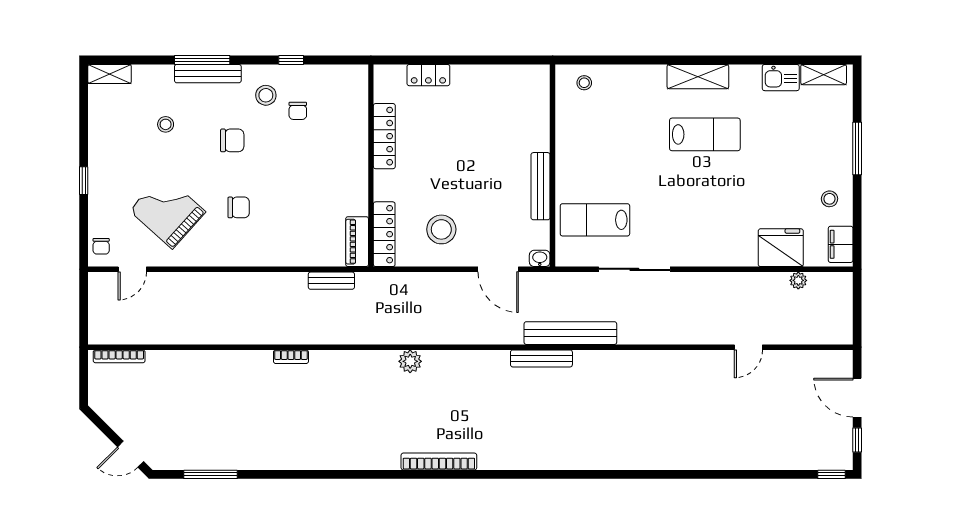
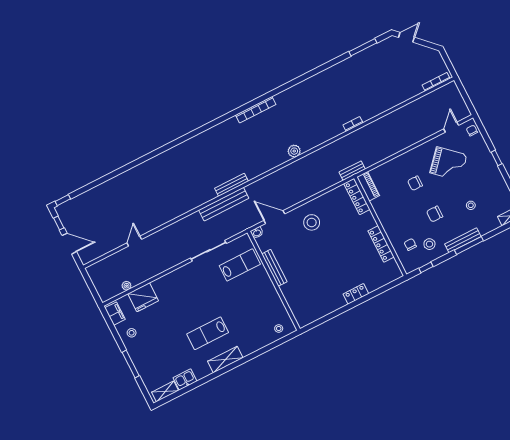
locker: (384, 136) -> (381, 244), moved
wall: (371, 165) -> (380, 226), moved
locker: (384, 234) -> (357, 196), moved
piano: (357, 242) -> (368, 186), moved

